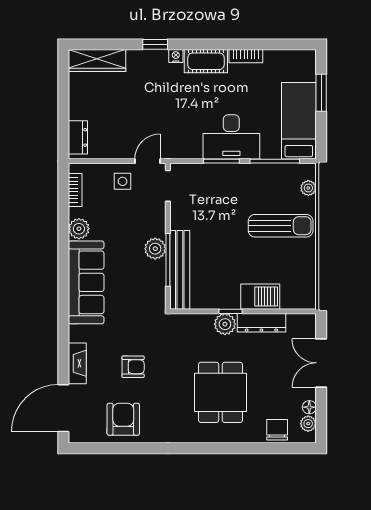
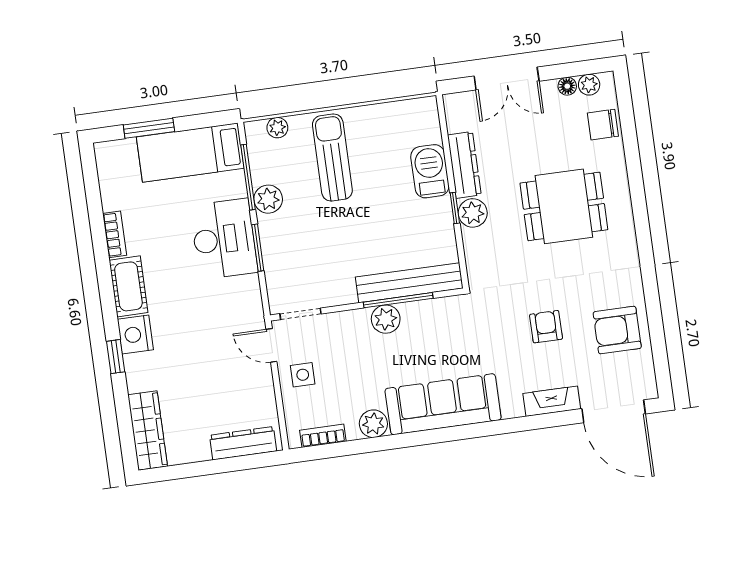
nightstand: (176, 56) -> (135, 335), width x1.89, depth x1.79
dresser: (78, 137) -> (243, 443), width x1.44
plant: (256, 174) -> (268, 199), added

